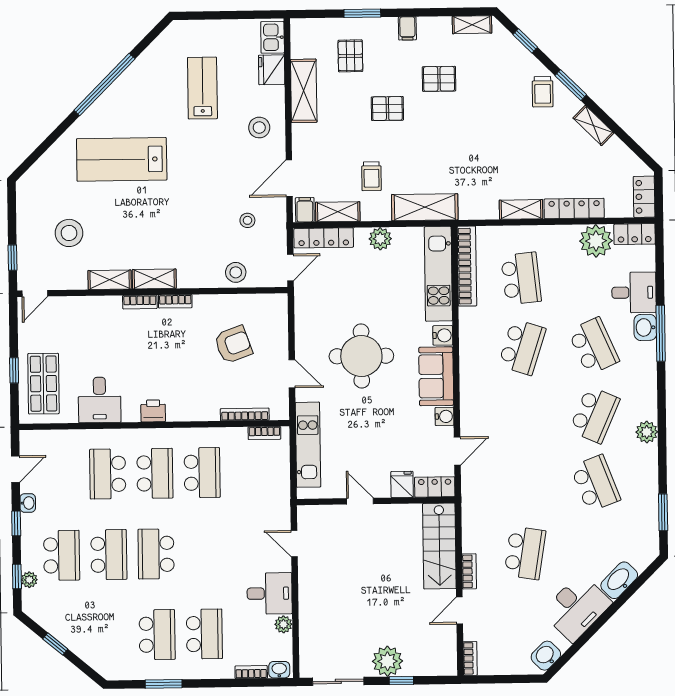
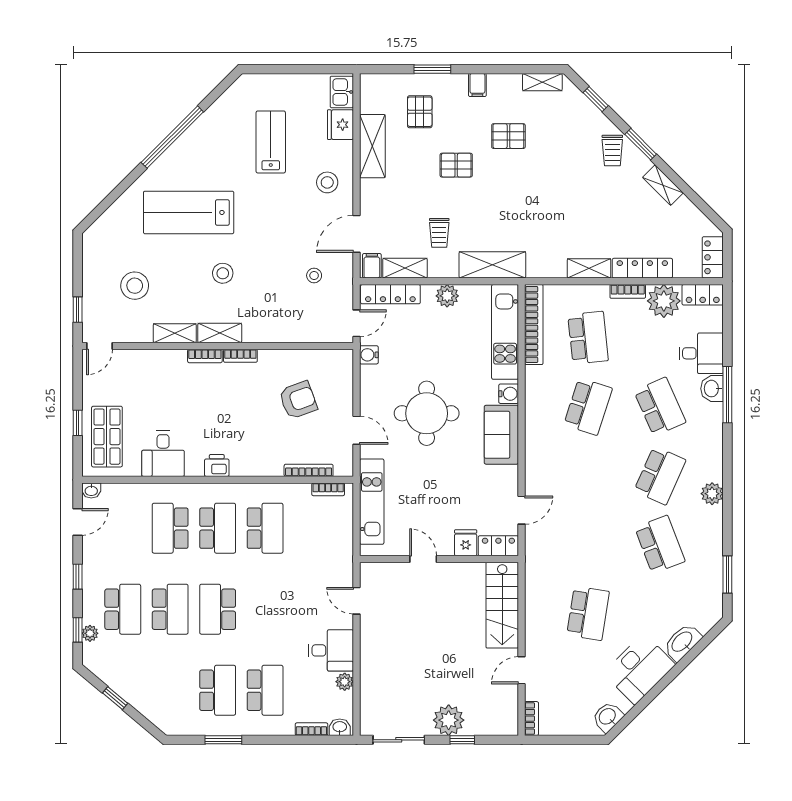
stool: (236, 272) -> (223, 273), moved
water cooler: (445, 416) -> (369, 355), moved, turned 180
washbasin: (28, 503) -> (91, 490), moved, turned 90
bookcase: (469, 571) -> (628, 291), moved, turned 90

